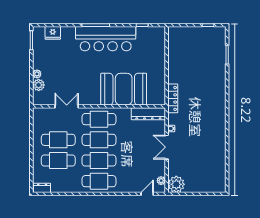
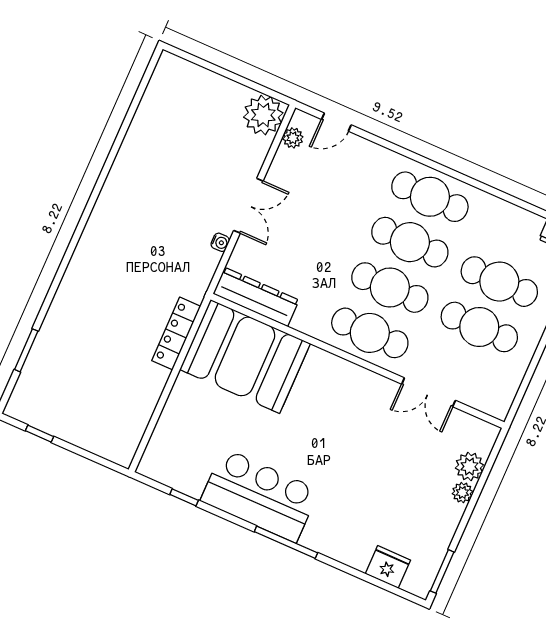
bar counter: (106, 39) -> (260, 495), width x0.73
booth: (124, 89) -> (245, 356), moved
locker: (173, 98) -> (176, 333), moved

